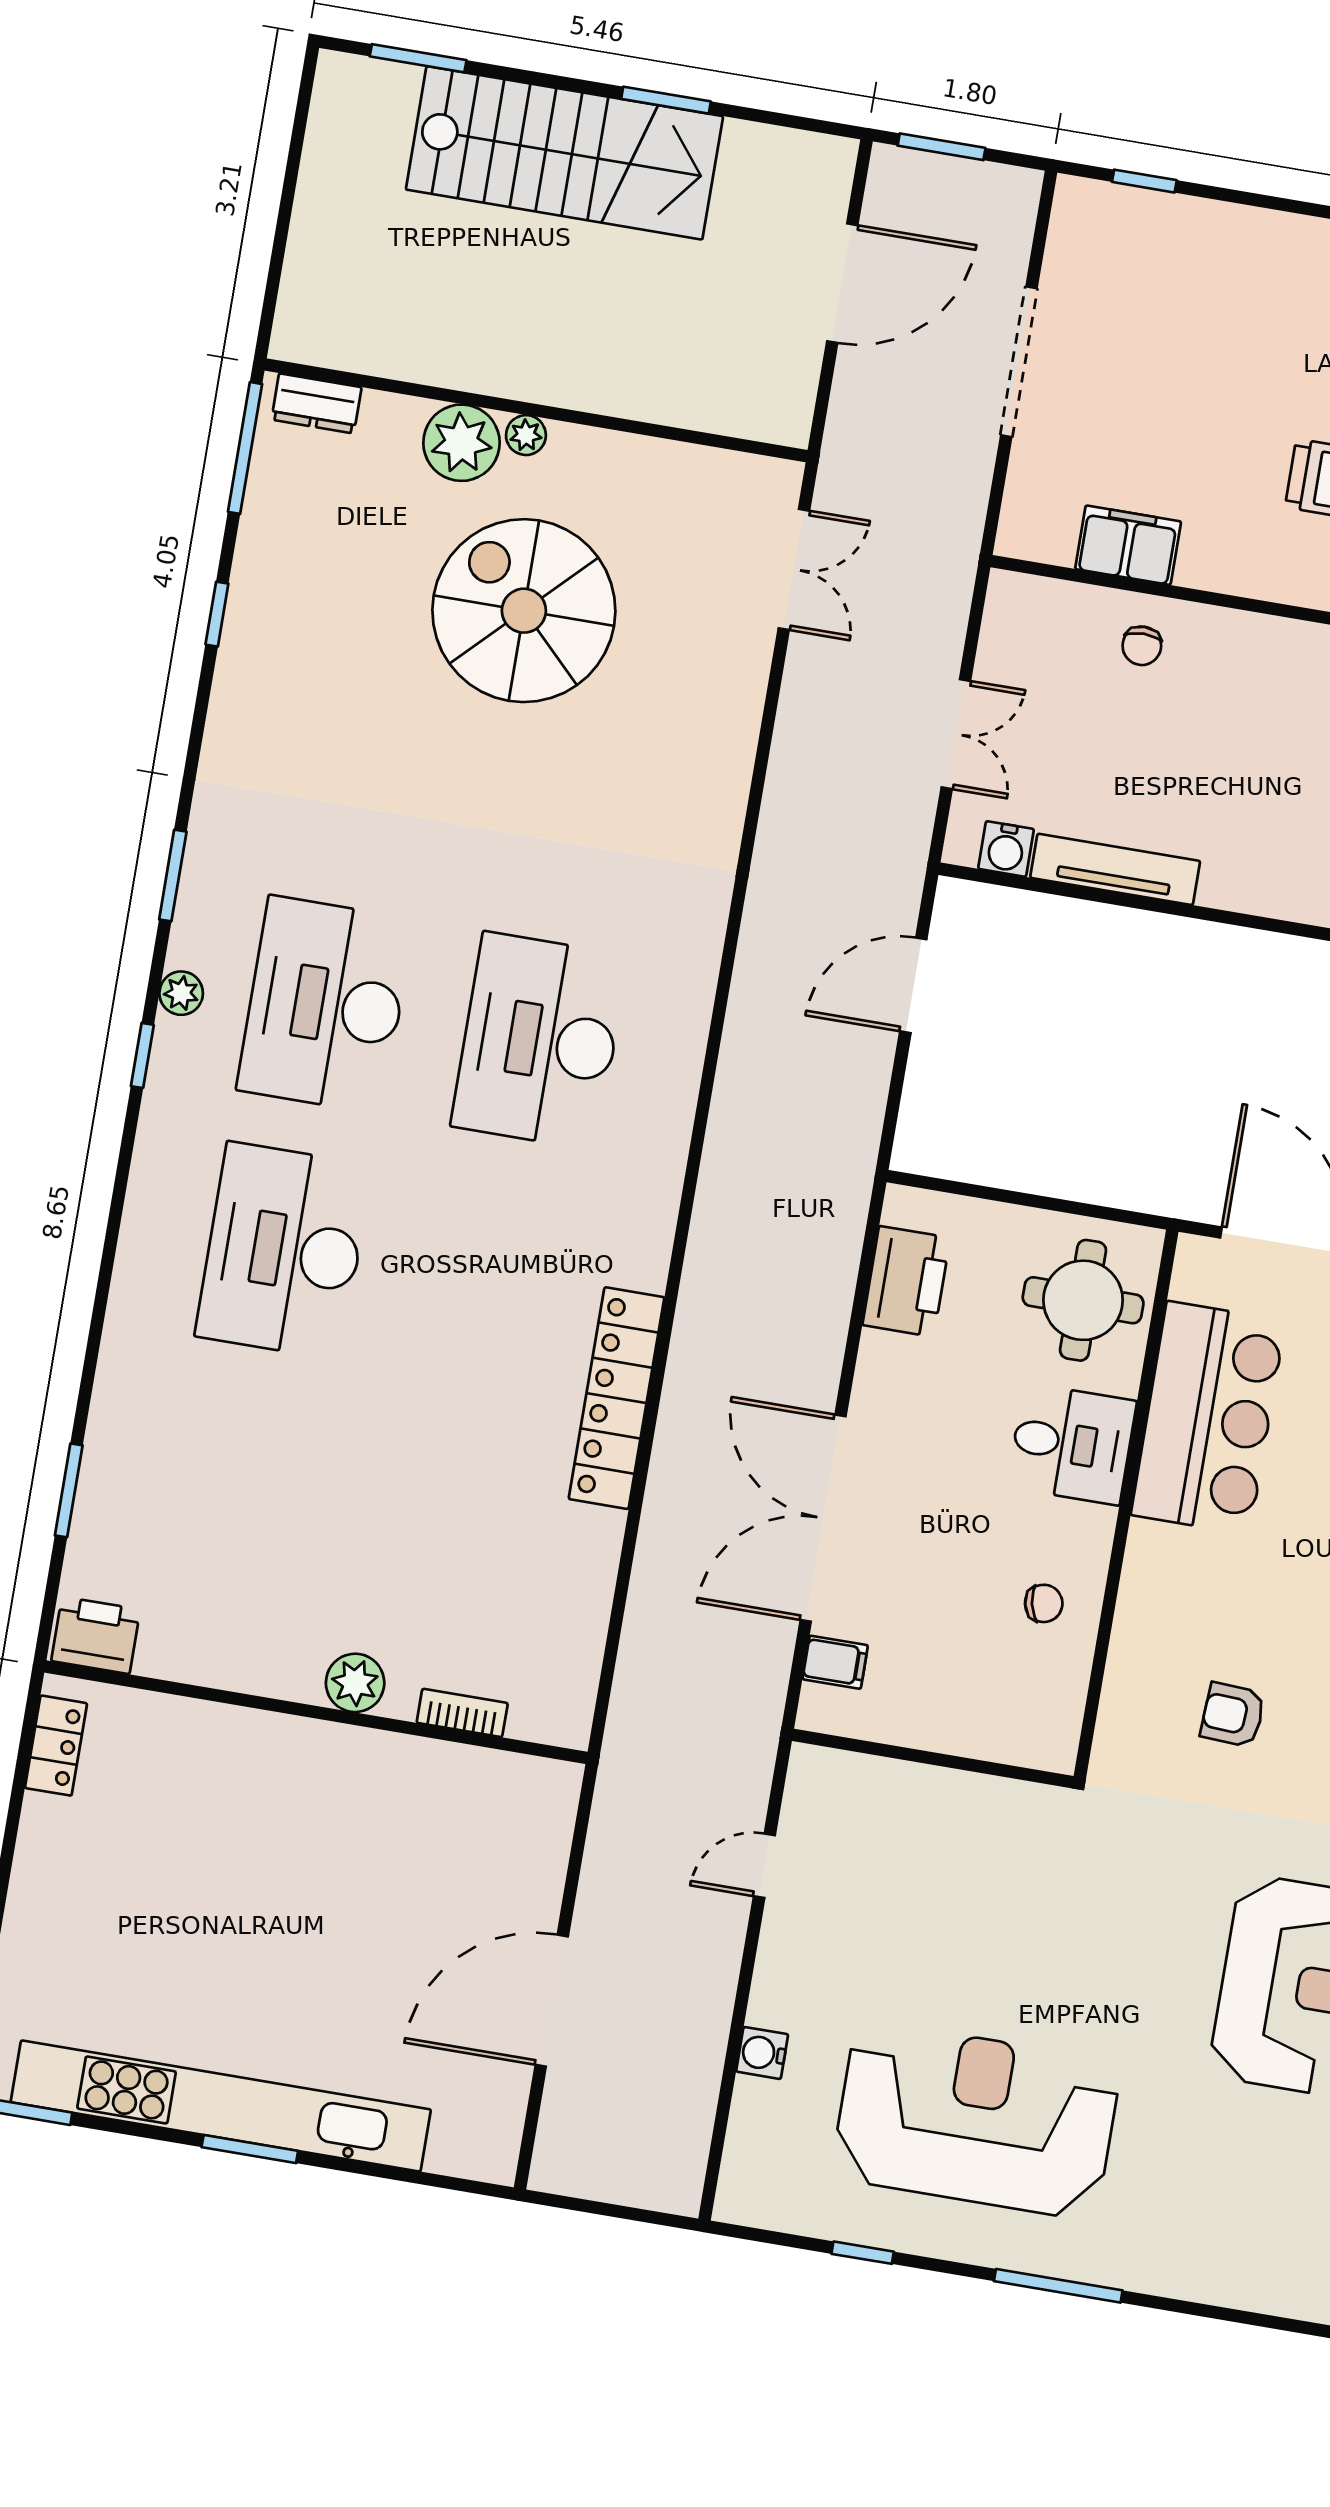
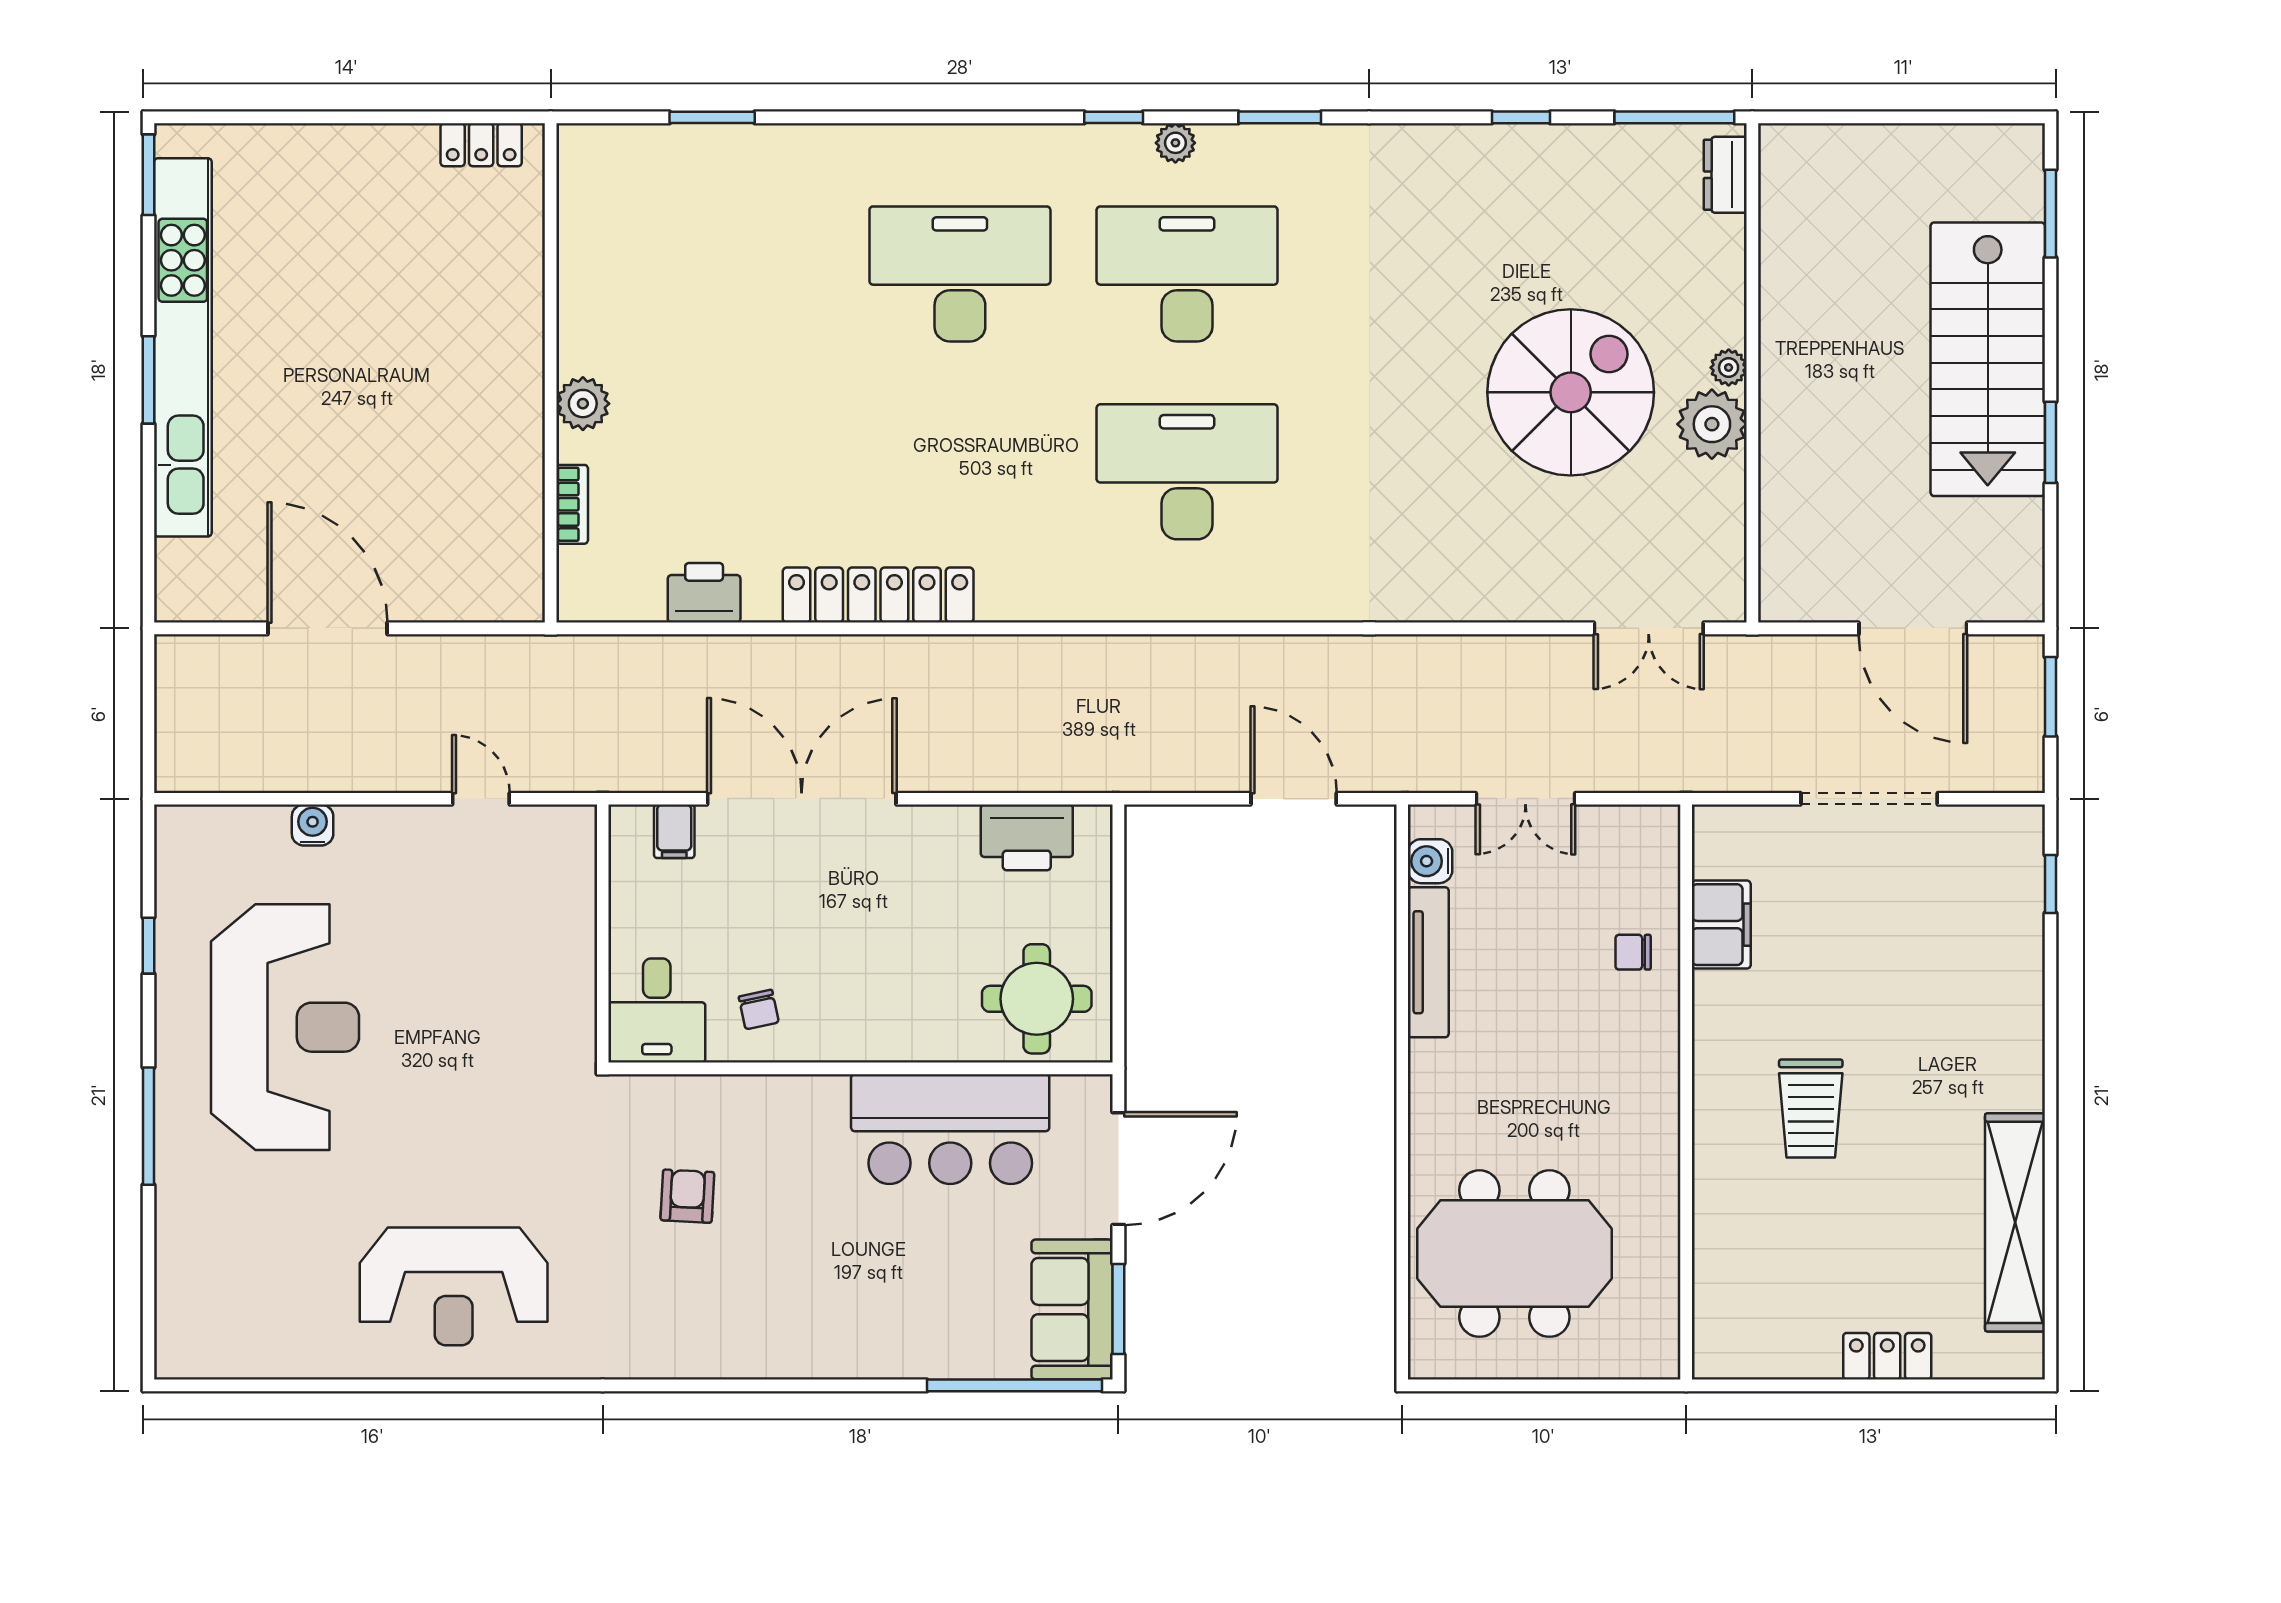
plant: (461, 443) -> (1712, 424), moved
desk: (1072, 1444) -> (657, 1010), moved
printer: (96, 1635) -> (704, 593), moved, turned -90

